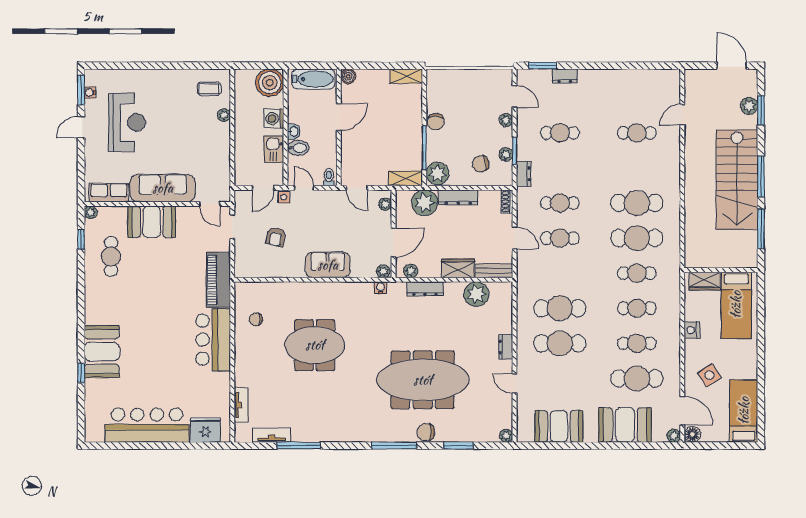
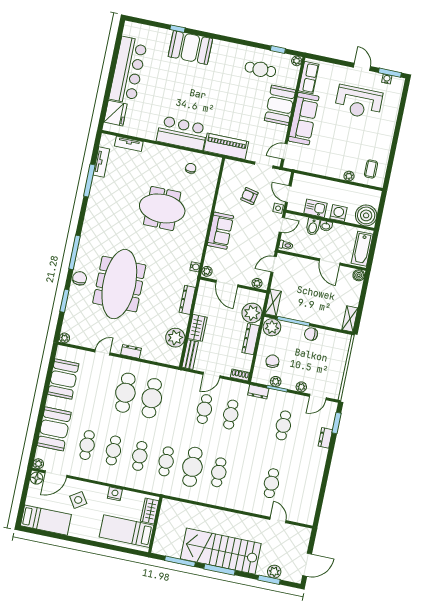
cafe table: (637, 203) -> (219, 472), width x0.73, depth x0.74
plant: (411, 271) -> (203, 292), removed
meeting table: (315, 345) -> (162, 208), turned 90
cafe table: (637, 378) -> (87, 445), width x0.73, depth x0.74

